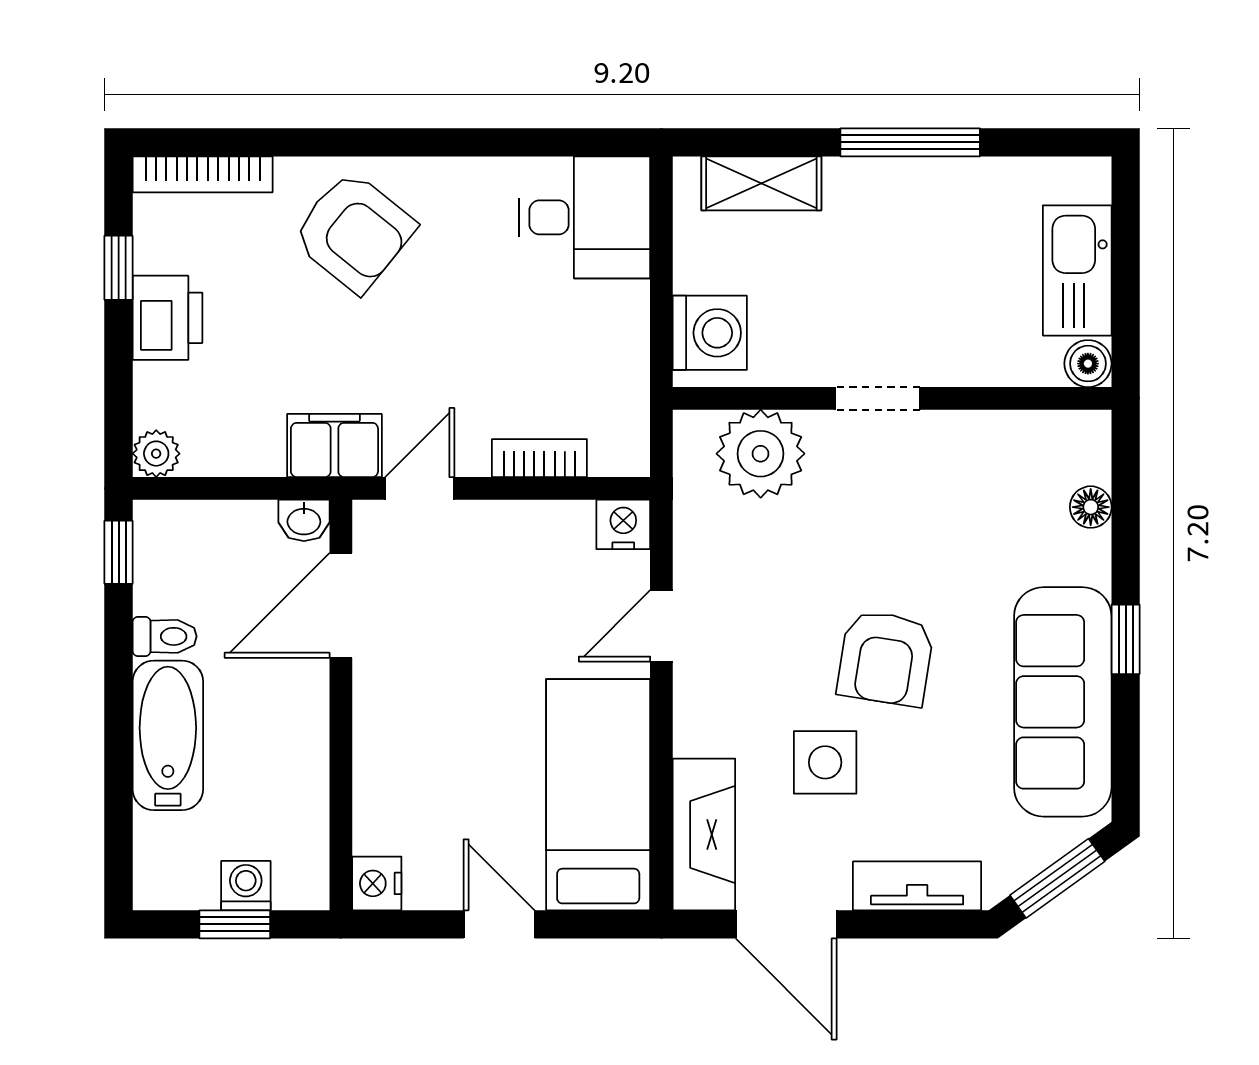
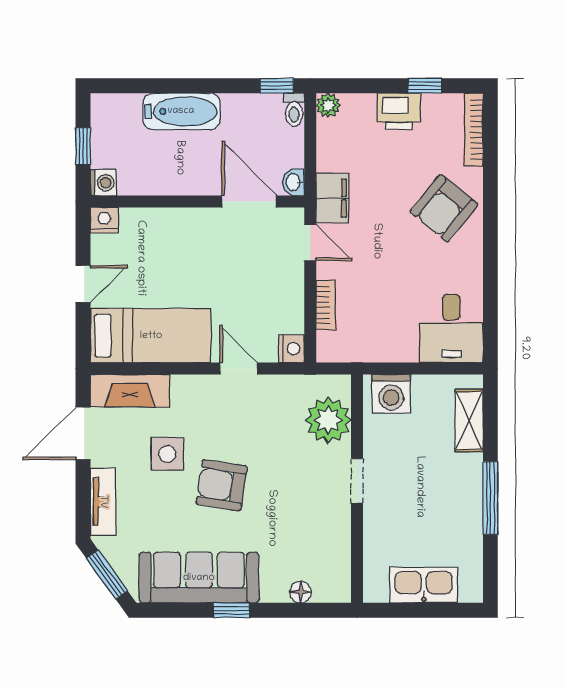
boiler: (1088, 364) -> (375, 591), removed
toilet: (165, 636) -> (294, 110), moved
washing machine: (246, 886) -> (103, 183), moved

